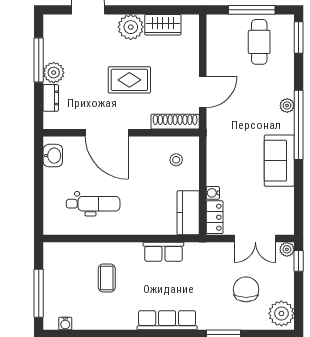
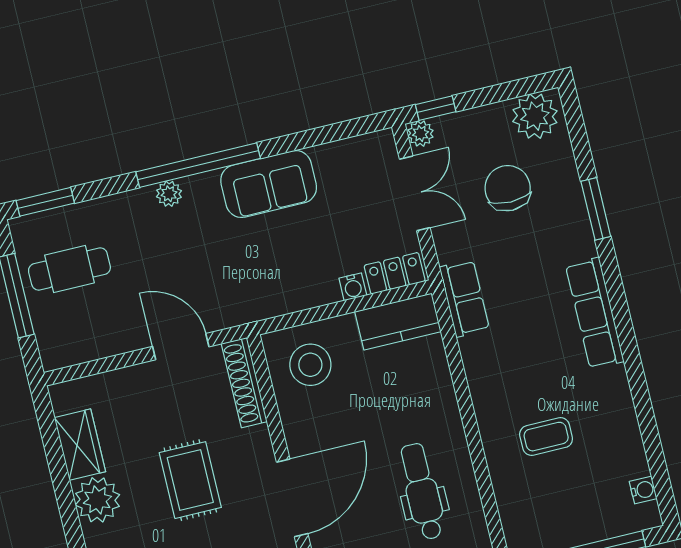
stool: (176, 160) -> (310, 365), width x1.89, depth x1.89
row of seats: (163, 252) -> (464, 298), moved
chair: (246, 289) -> (508, 188), turned 90

